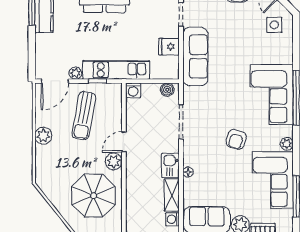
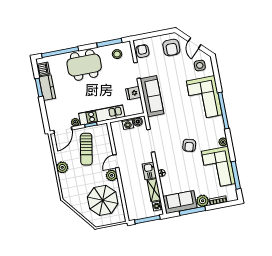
washing machine: (133, 90) -> (128, 124), moved
corner sofa: (272, 94) -> (204, 98), moved

